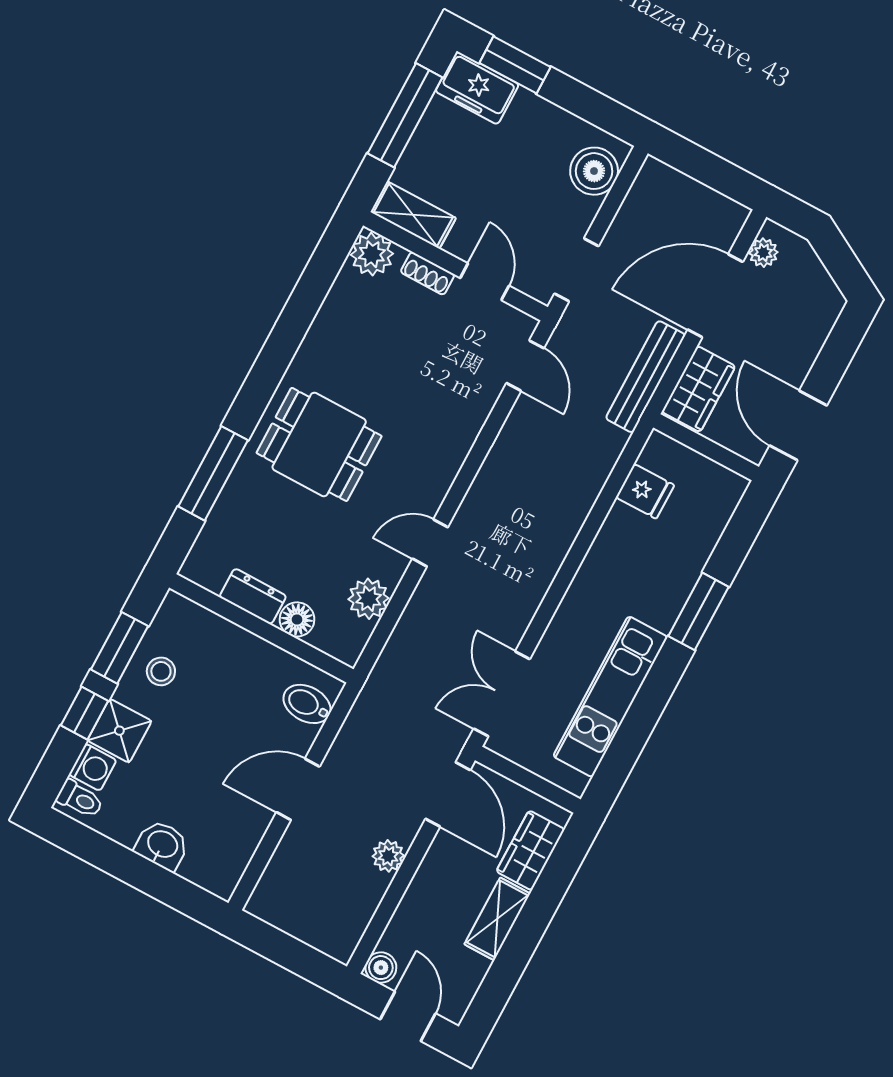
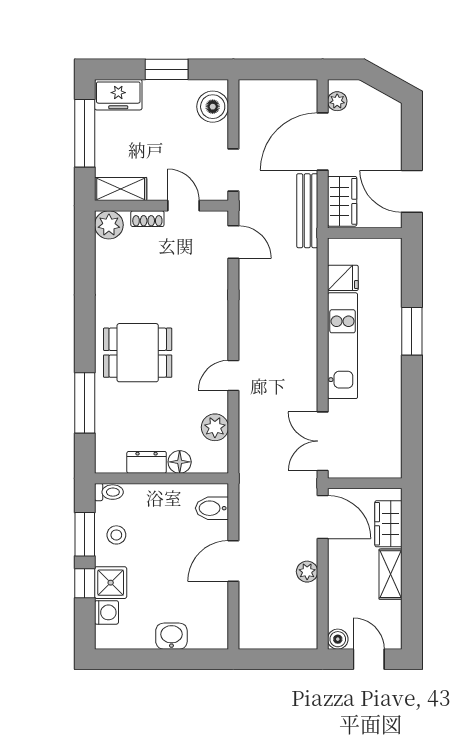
window: (515, 65) -> (167, 69), moved
kitchen unit: (610, 697) -> (343, 346), moved, turned 180
toilet: (80, 799) -> (109, 492), moved

